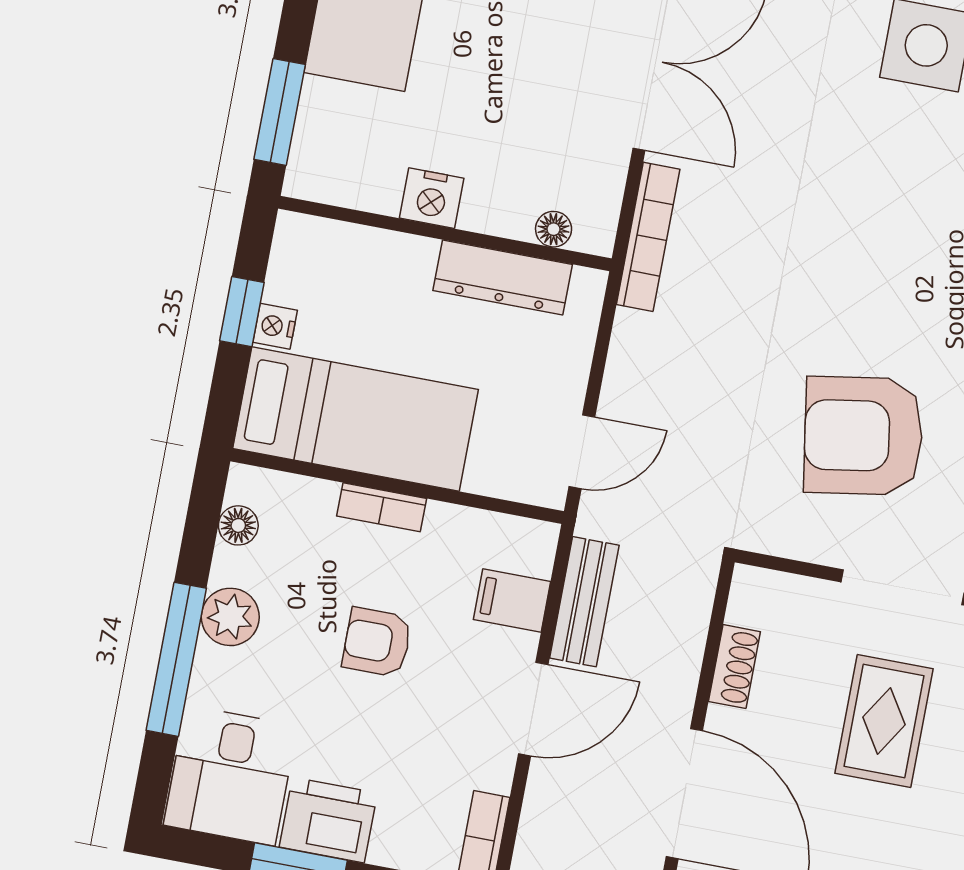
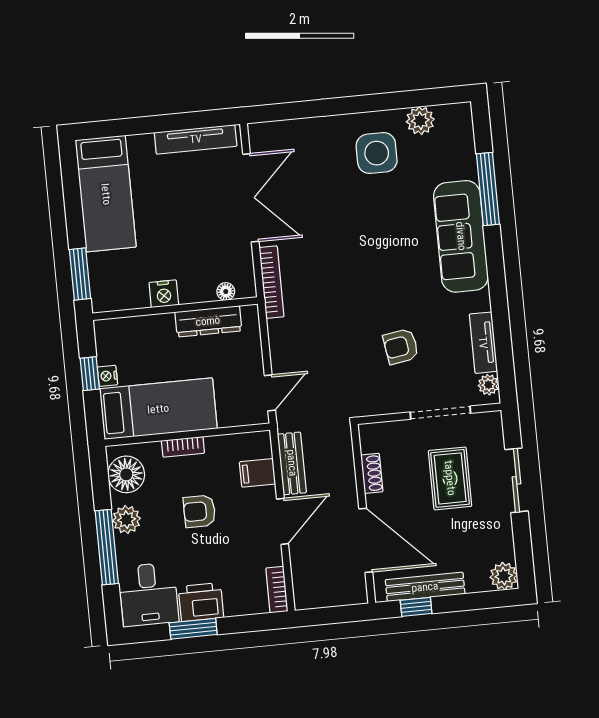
armchair: (863, 436) -> (401, 346), width x0.53, depth x0.53
floor lamp: (238, 525) -> (126, 474), width x1.89, depth x1.89

